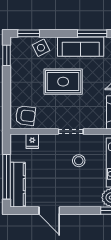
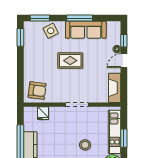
window: (92, 33) -> (80, 18), moved
rug: (63, 82) -> (70, 61), width x0.73, depth x0.70
stool: (79, 161) -> (85, 145), moved

